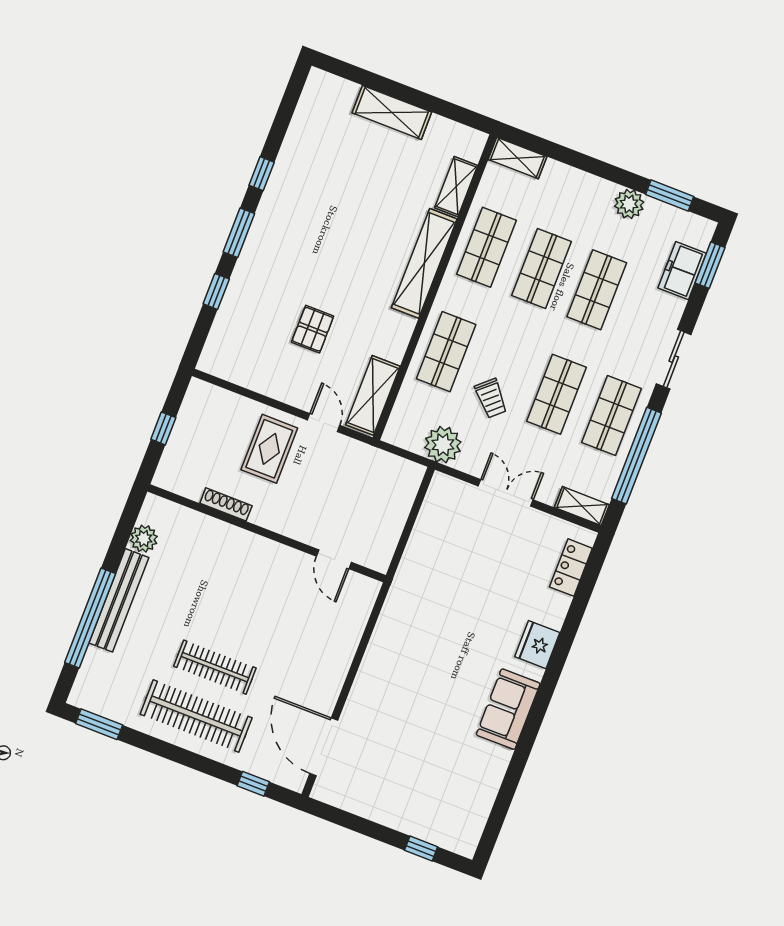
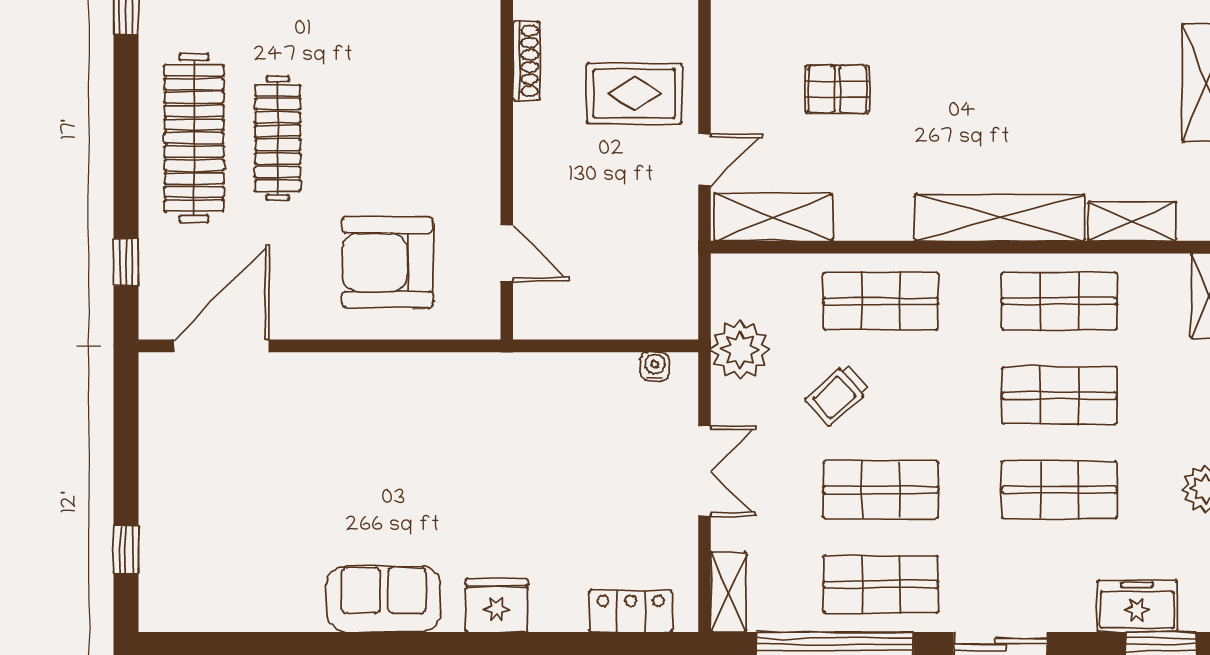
water cooler: (433, 498) -> (655, 366), added
door: (334, 559) -> (507, 253), swing flipped
armchair: (312, 631) -> (387, 262), added

